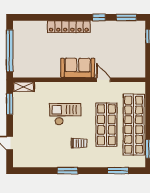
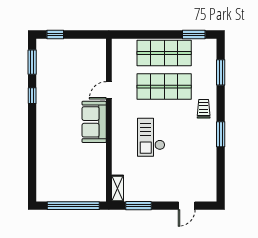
locker: (69, 27) -> (43, 133), removed
shop shelf: (134, 125) -> (164, 53), width x0.71
trolley: (79, 143) -> (204, 109), moved

